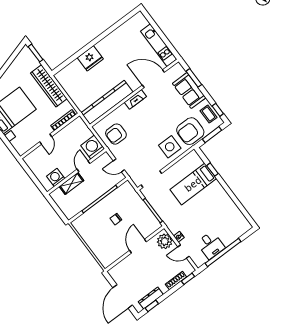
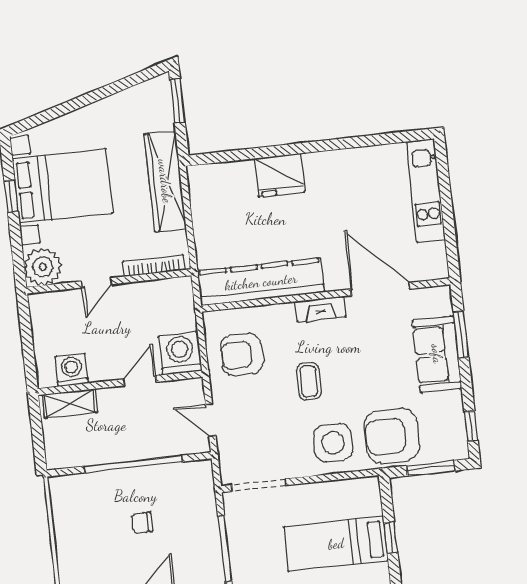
kitchen unit: (159, 45) -> (426, 191), moved
coffee table: (208, 114) -> (309, 381), moved
plant: (22, 145) -> (43, 267), added
shelving: (71, 184) -> (70, 403), moved

